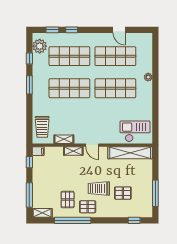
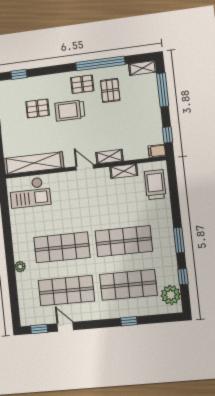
window: (52, 30) -> (39, 329), moved
trolley: (99, 189) -> (70, 110), turned 180

